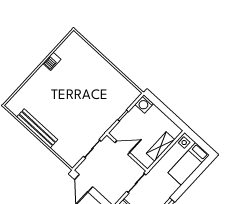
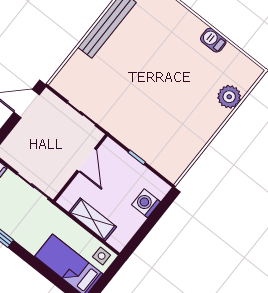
plant: (89, 54) -> (229, 97), added
washing machine: (144, 104) -> (146, 203), moved

